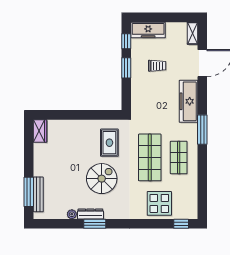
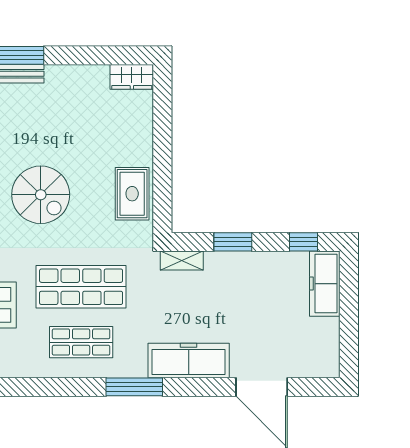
shelving: (192, 33) -> (182, 260), moved
trolley: (157, 66) -> (257, 301), removed
window: (126, 68) -> (233, 242), moved
rug: (109, 143) -> (132, 194), moved, turned 90

